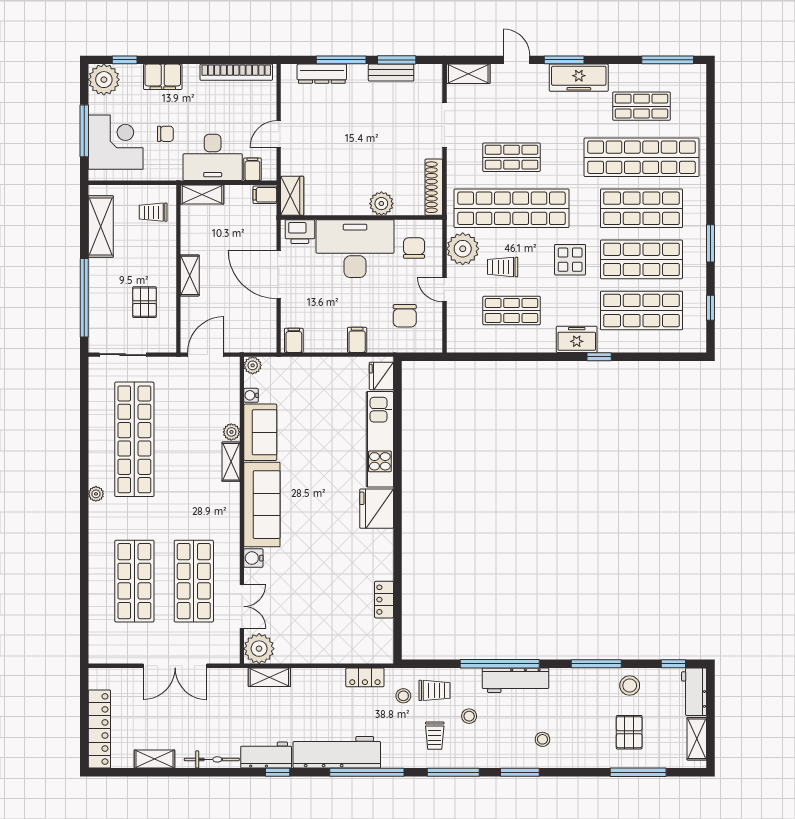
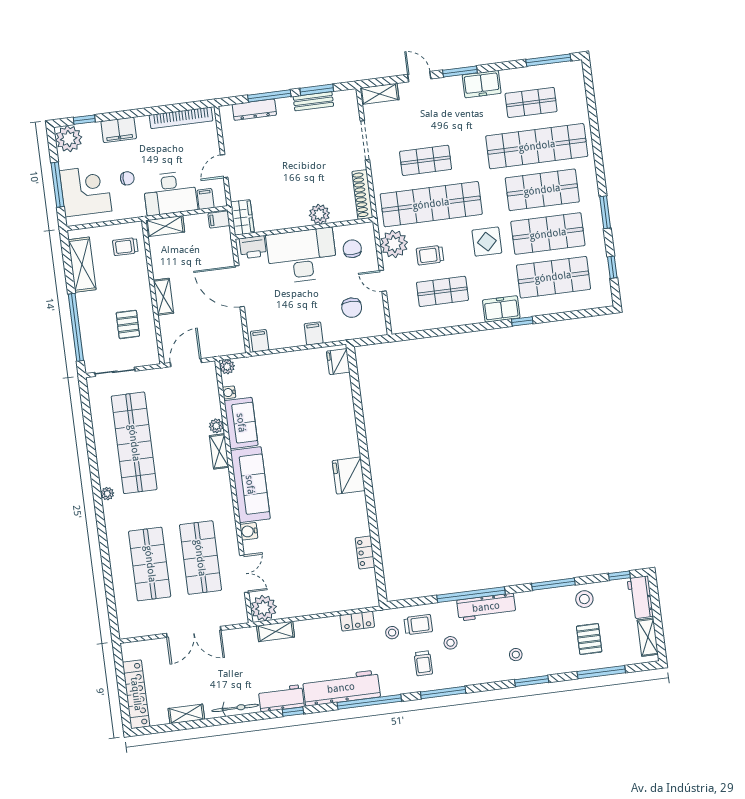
freezer: (579, 78) -> (482, 84), width x0.71
kitchen unit: (380, 439) -> (344, 416), removed
window: (520, 772) -> (532, 681), moved

